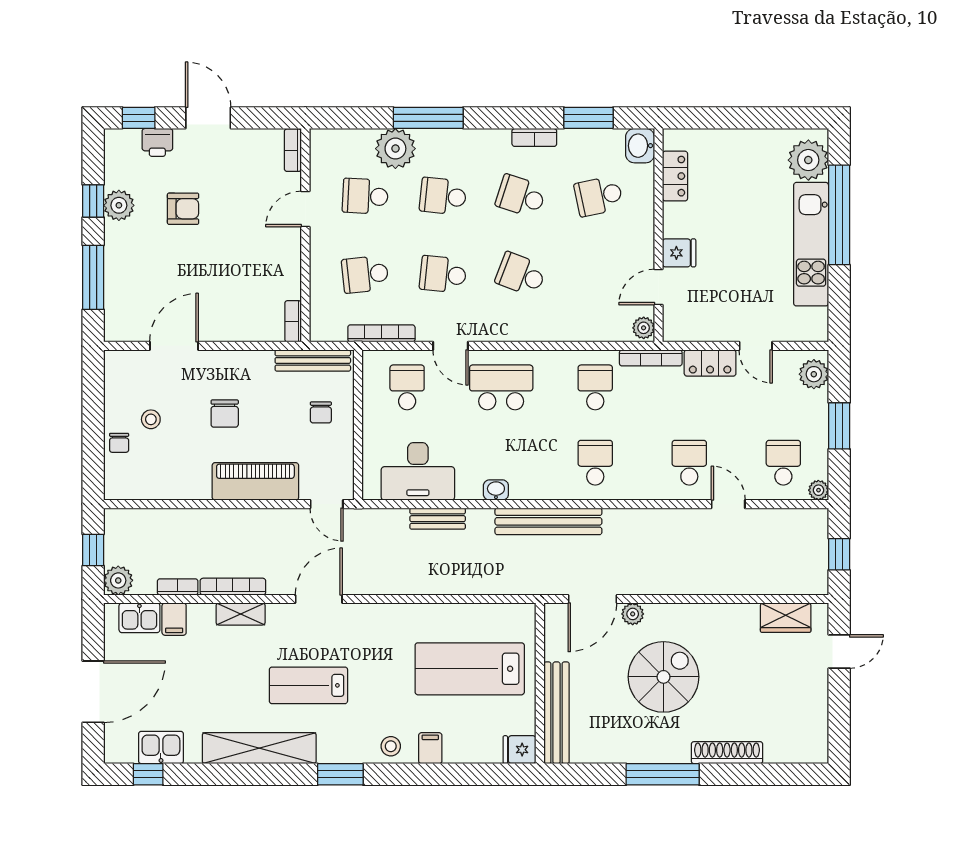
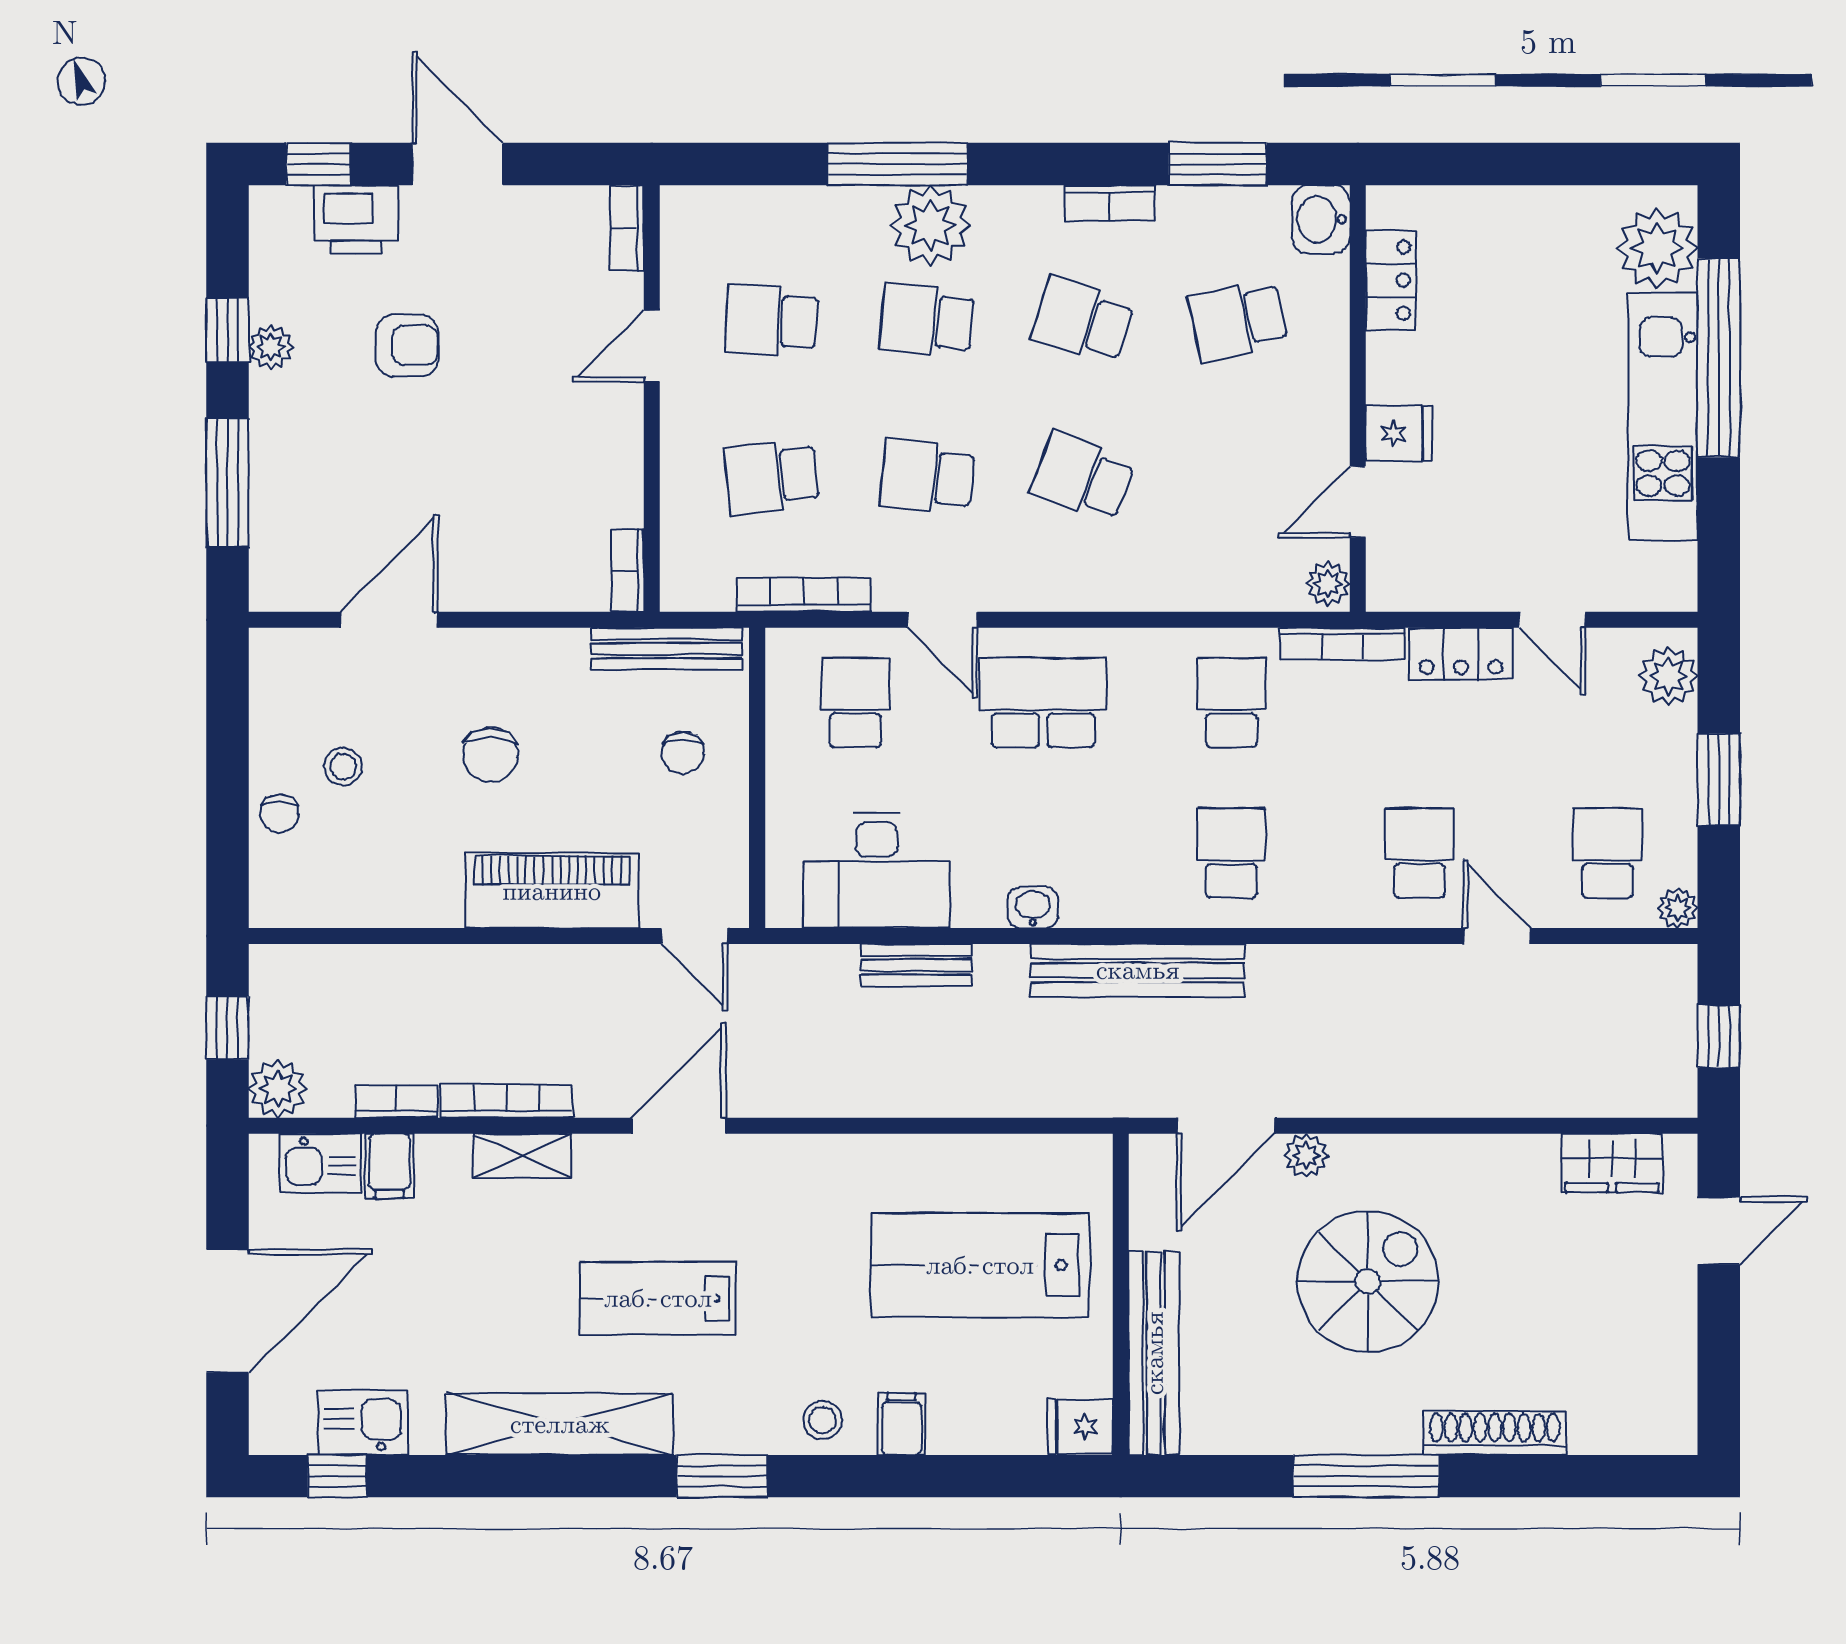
printer: (157, 142) -> (356, 220), width x1.36, depth x1.24
plant: (395, 149) -> (930, 225), moved
plant: (119, 205) -> (271, 347), width x0.73, depth x0.73

